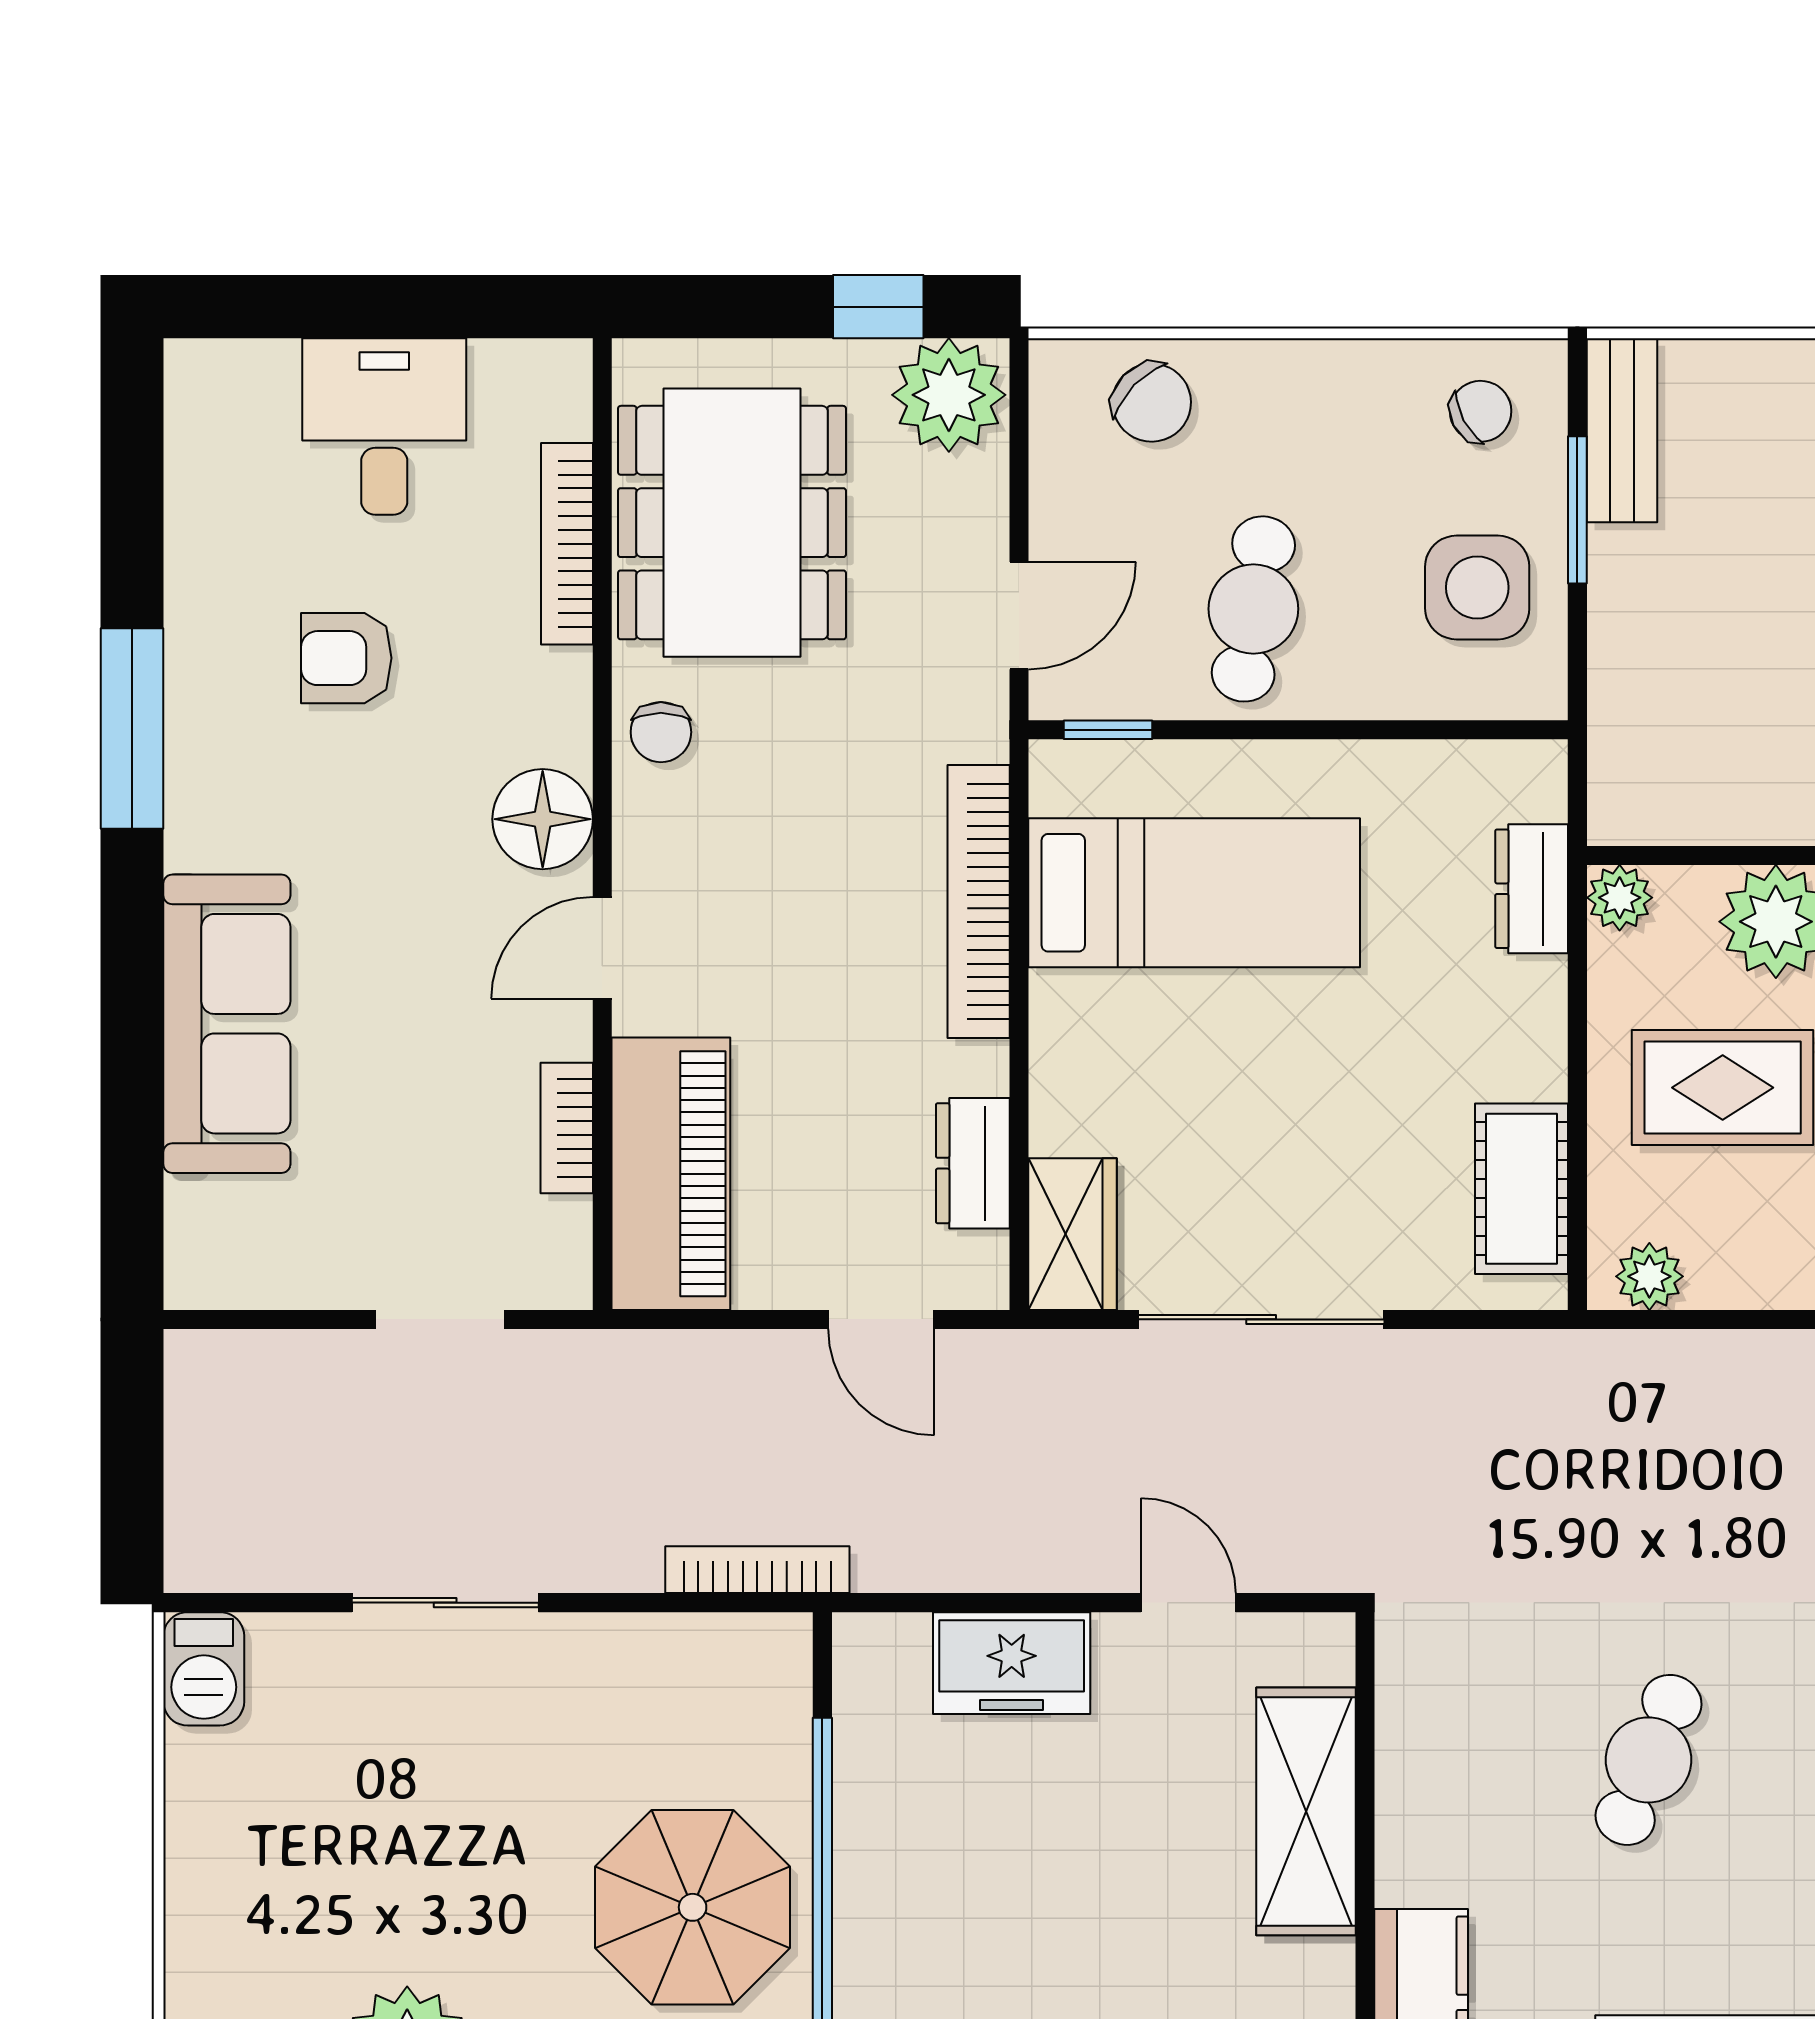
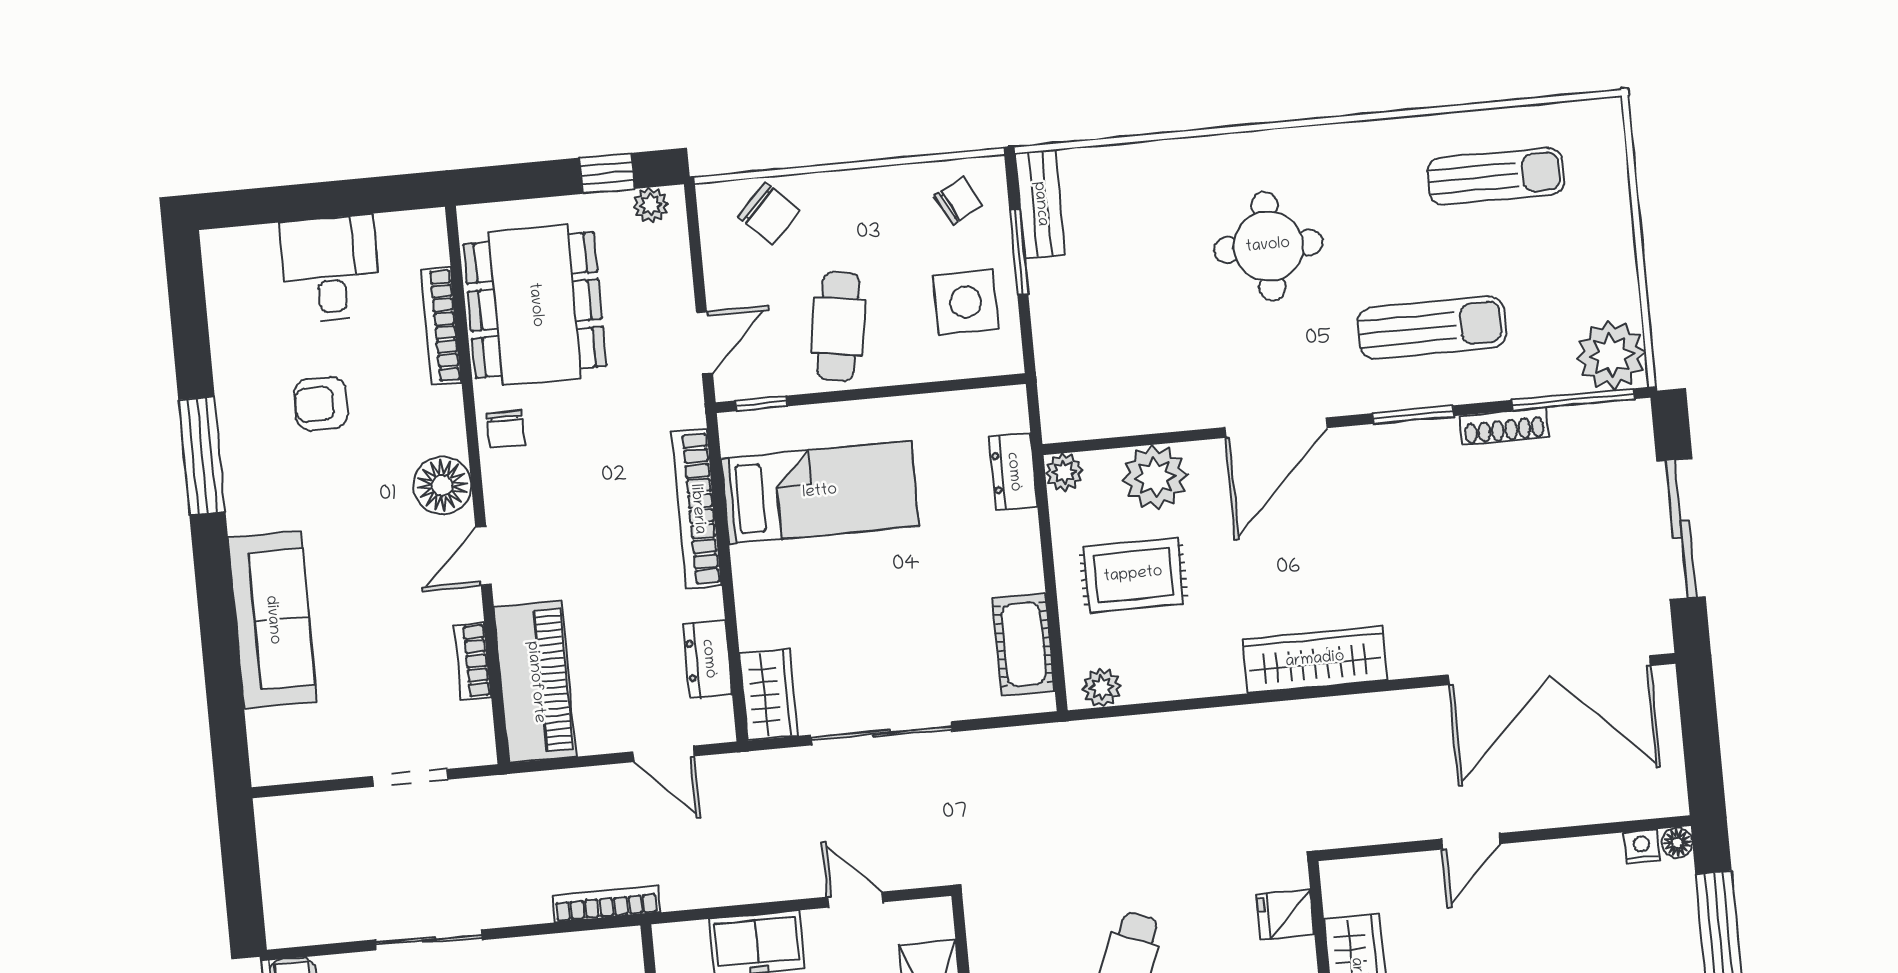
plant: (949, 395) -> (651, 205), width x0.53, depth x0.53

